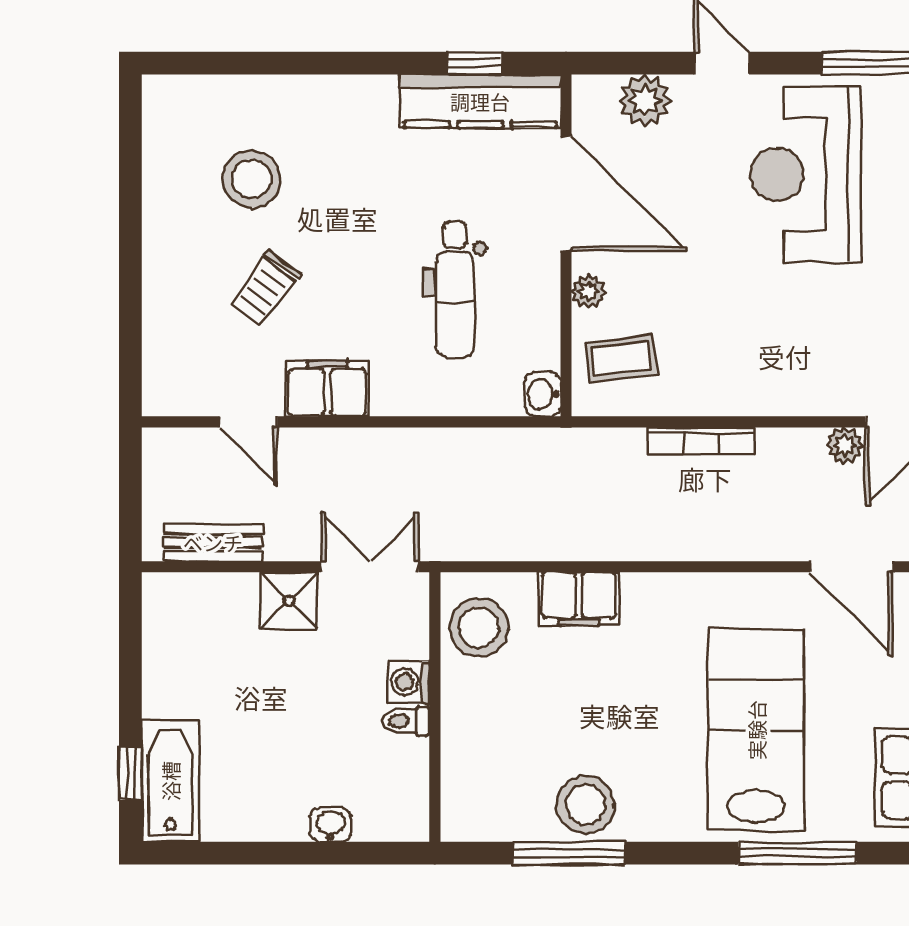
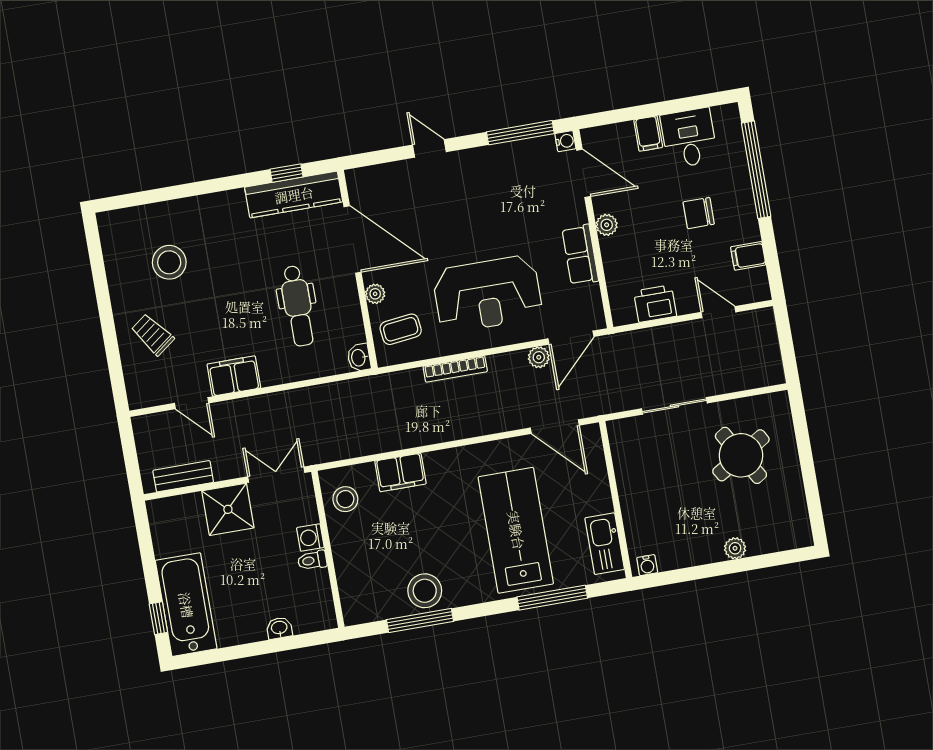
plant: (645, 100) -> (389, 178), removed
reception desk: (806, 174) -> (488, 294), moved, turned -90
trolley: (266, 288) -> (152, 335), moved, turned 106
shower: (289, 600) -> (228, 509), width x1.36, depth x1.36
stool: (479, 628) -> (345, 499), width x0.73, depth x0.73
bathtub: (170, 781) -> (186, 605), width x1.36, depth x1.36

